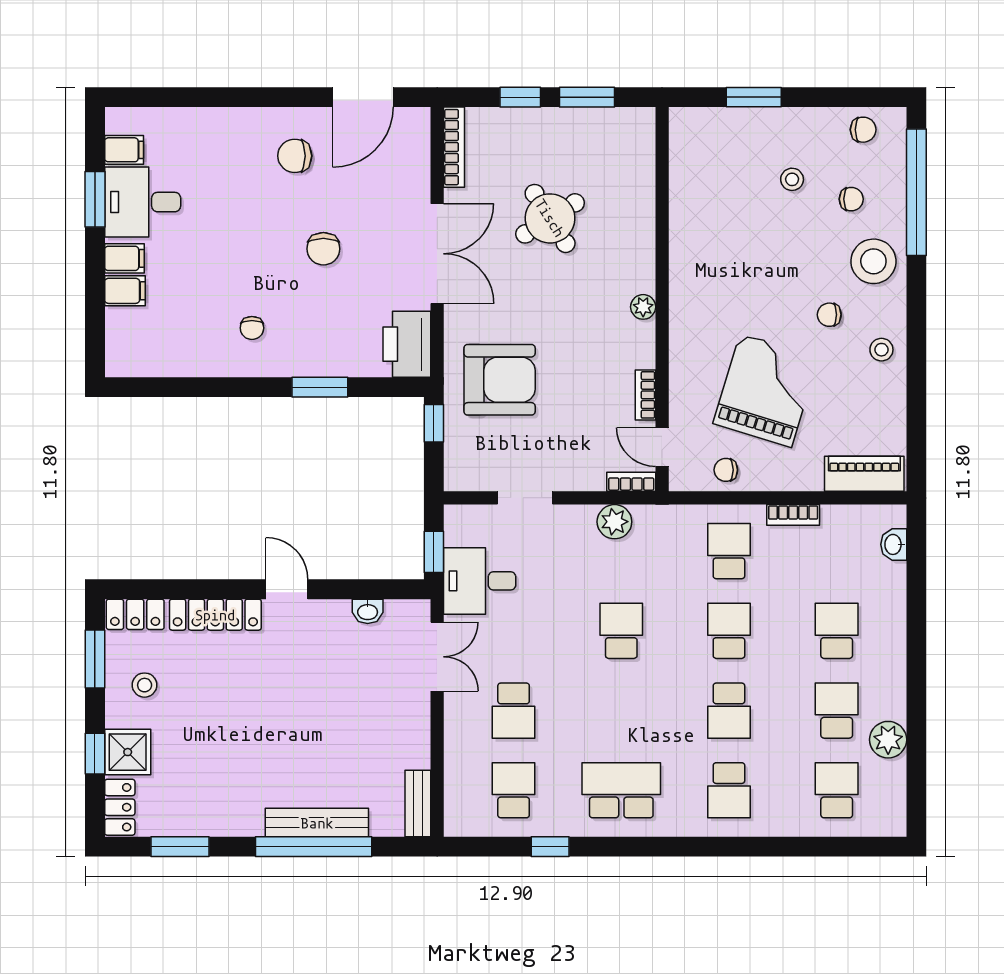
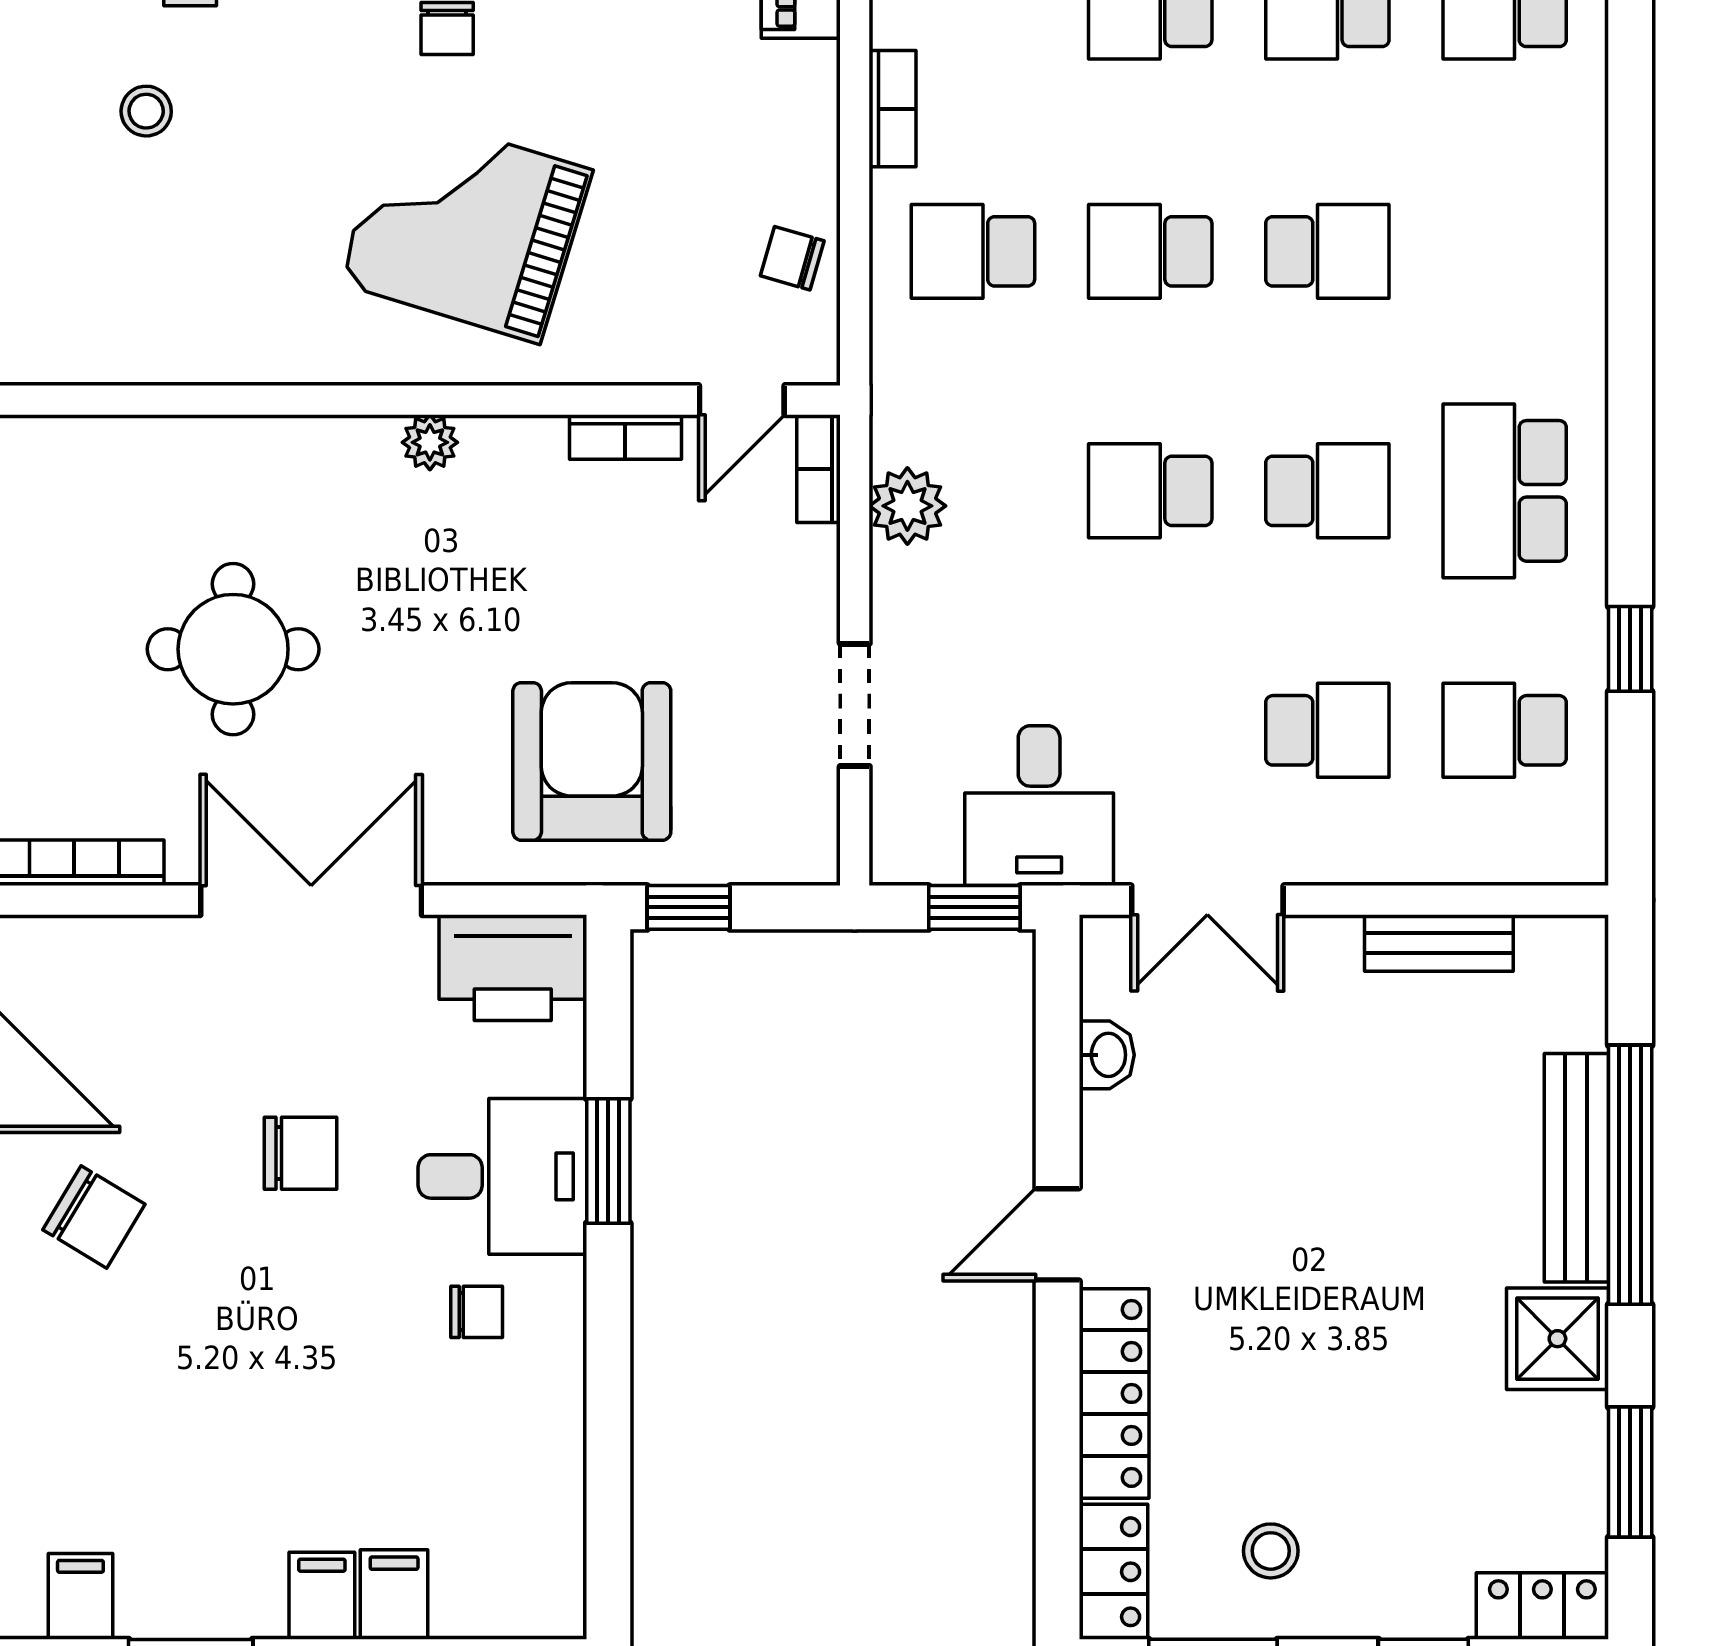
chair: (295, 156) -> (94, 1217), turned -59
desk: (143, 202) -> (502, 1176), moved, turned -90
round table: (550, 218) -> (233, 649), turned 32
grand piano: (766, 390) -> (465, 226), moved
chair: (726, 470) -> (792, 258), turned 106
double door: (437, 657) -> (1207, 900), swing flipped
shower: (128, 752) -> (1557, 1339), moved
school desk: (729, 790) -> (1327, 491), moved
bench: (418, 804) -> (1439, 943), moved

